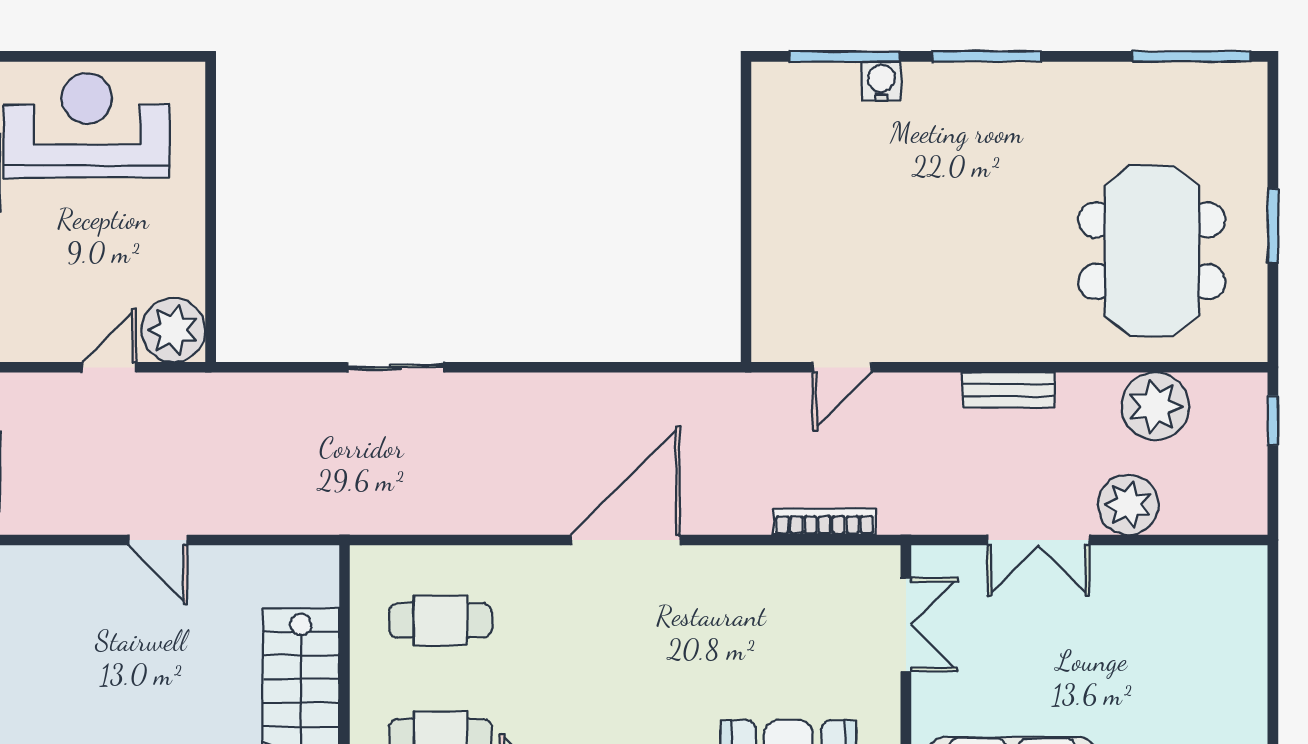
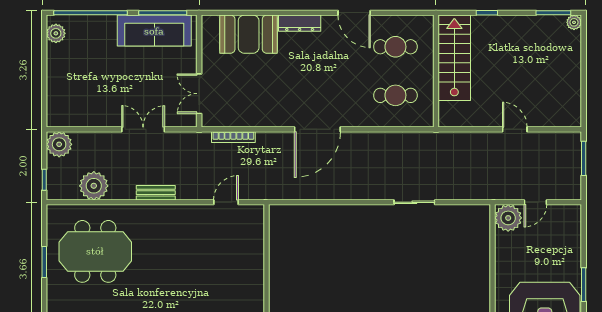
meeting table: (1152, 251) -> (95, 251), turned 90
plant: (1128, 505) -> (59, 144), moved

